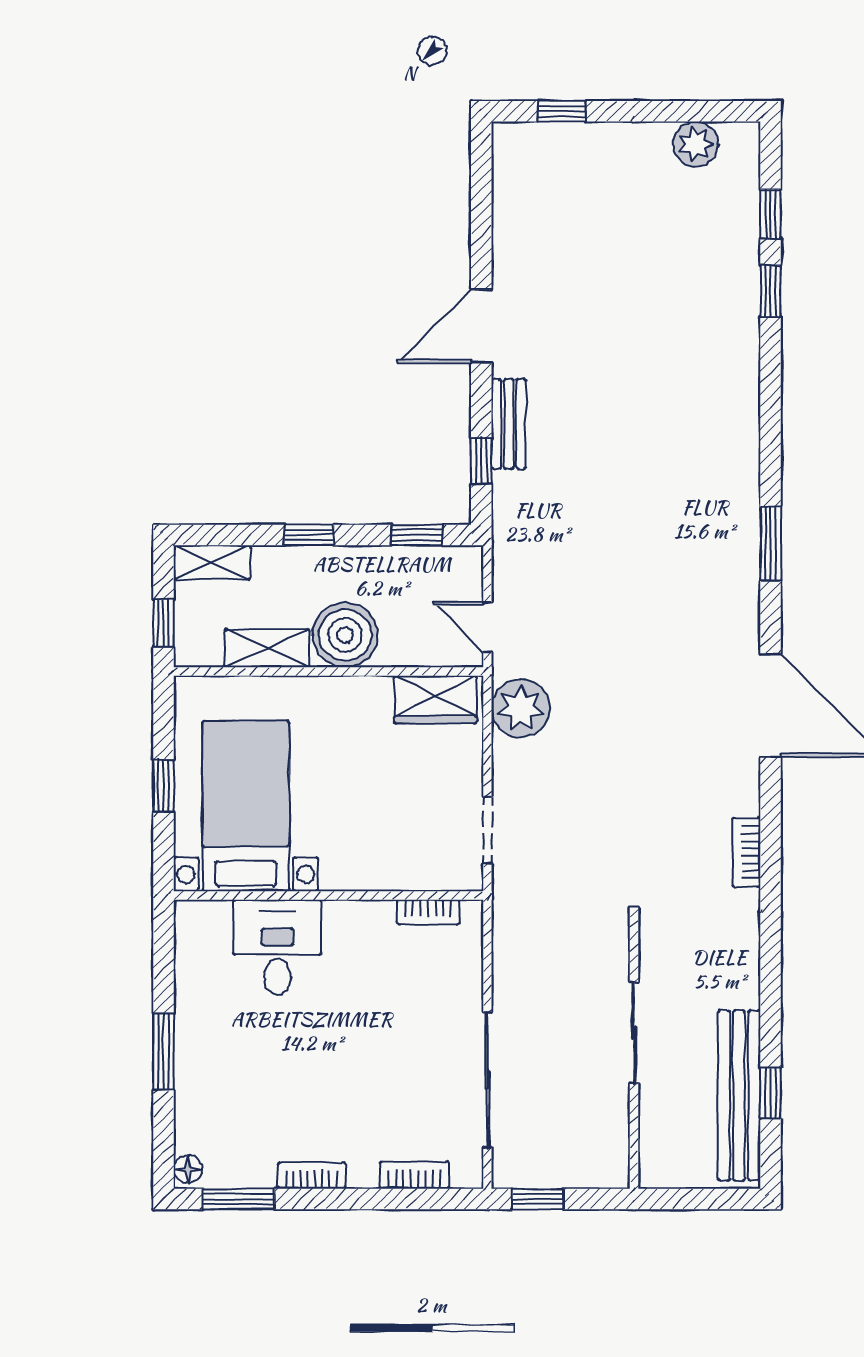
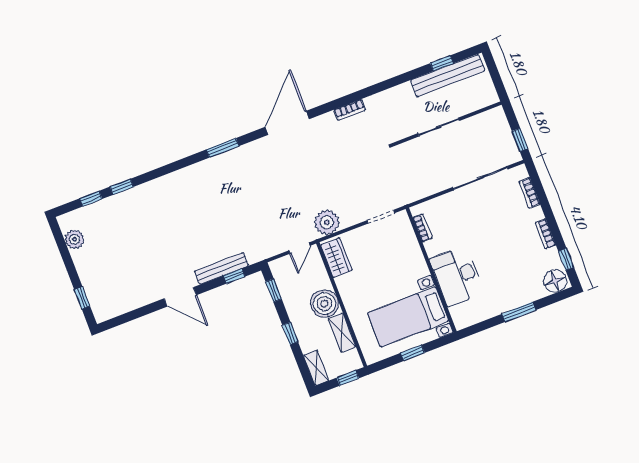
bench: (509, 424) -> (222, 268), width x1.36
desk: (277, 947) -> (457, 276), width x1.37
floor lamp: (188, 1169) -> (555, 281), width x1.89, depth x1.89
window: (239, 1199) -> (566, 259), width x0.67

